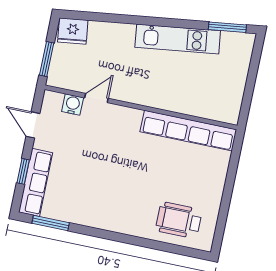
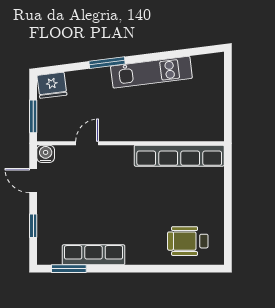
window: (227, 27) -> (107, 63), moved
water cooler: (73, 105) -> (46, 154), moved
row of seats: (36, 182) -> (93, 255), moved, turned -90

